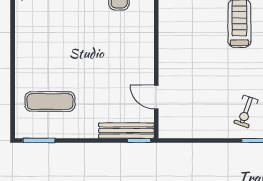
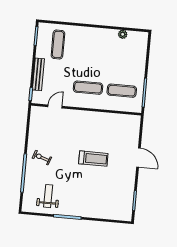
exercise mat: (119, 43) -> (88, 88), added
bench: (126, 130) -> (38, 74), moved

